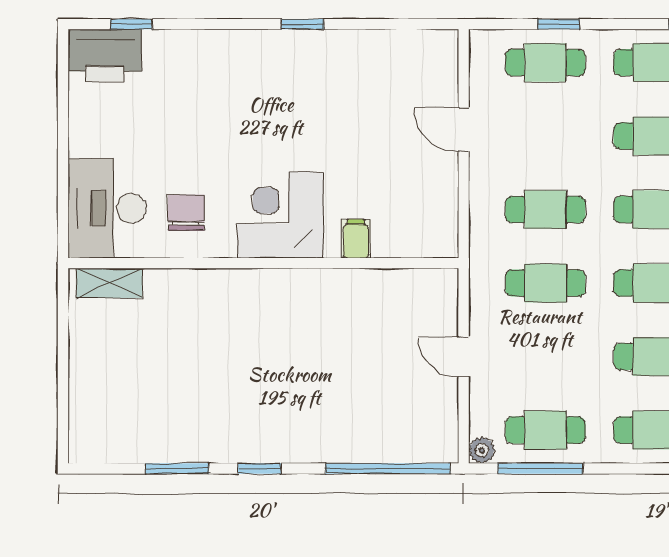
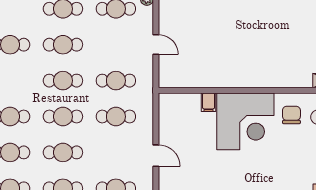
chair: (186, 213) -> (291, 115), turned 180
corner desk: (280, 215) -> (245, 121), width x1.36, depth x1.36

